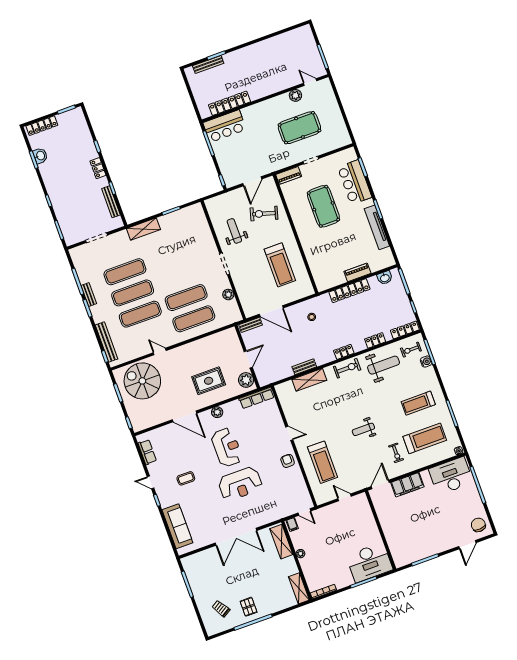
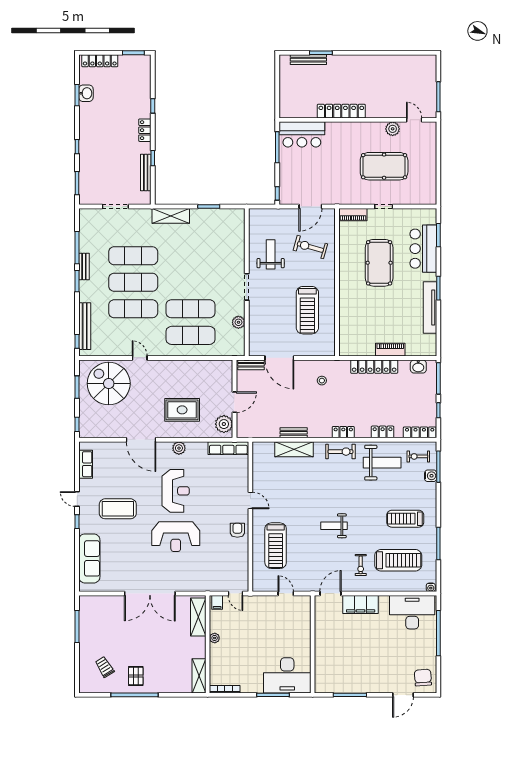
locker: (229, 103) -> (341, 111), moved
coffee table: (186, 478) -> (118, 509), width x1.86, depth x1.72

